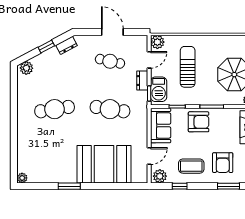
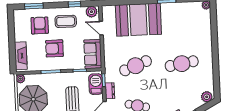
cafe table: (110, 109) -> (136, 66), turned -30
armchair: (199, 122) -> (54, 48), moved
door: (149, 156) -> (101, 28), hinge flipped

